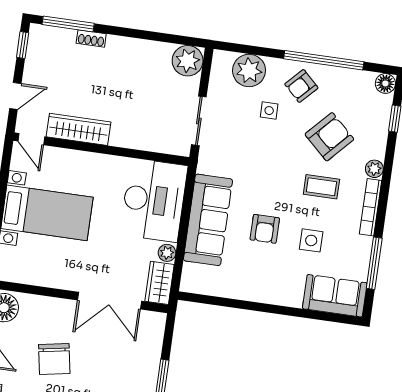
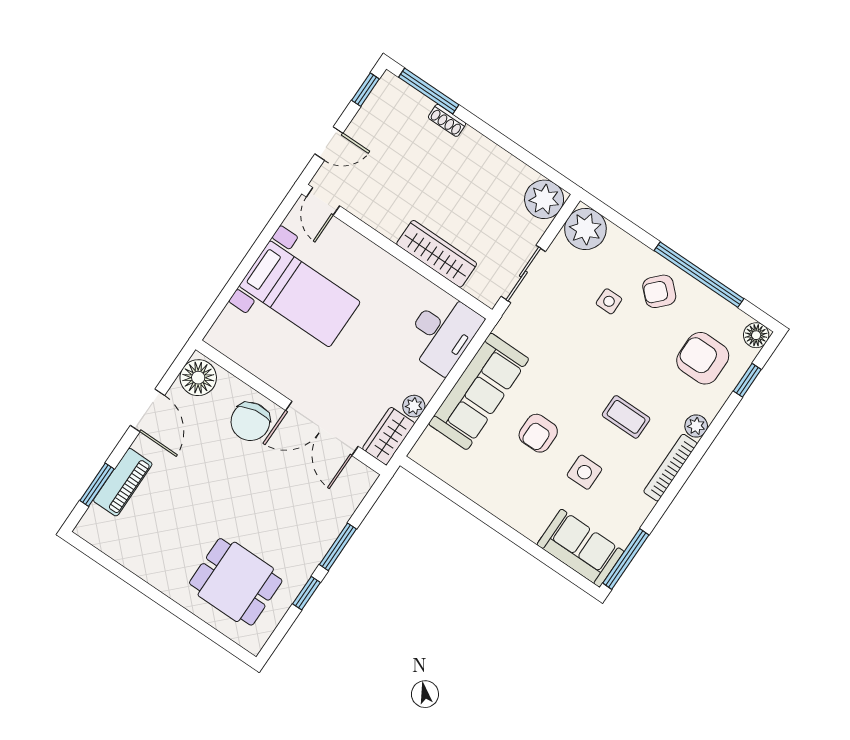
plant: (249, 71) -> (585, 229), moved
wardrobe: (79, 129) -> (437, 254), moved
armchair: (329, 137) -> (703, 358), moved, turned -133
desk: (154, 200) -> (443, 333), width x0.73, depth x0.77
window: (374, 263) -> (626, 559), moved
chair: (54, 359) -> (250, 421), moved

